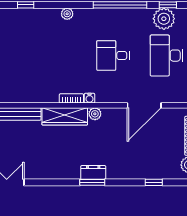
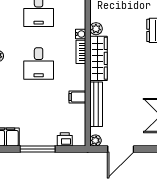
desk: (60, 56) -> (39, 63), added
filing cabinet: (25, 95) -> (77, 97), added

